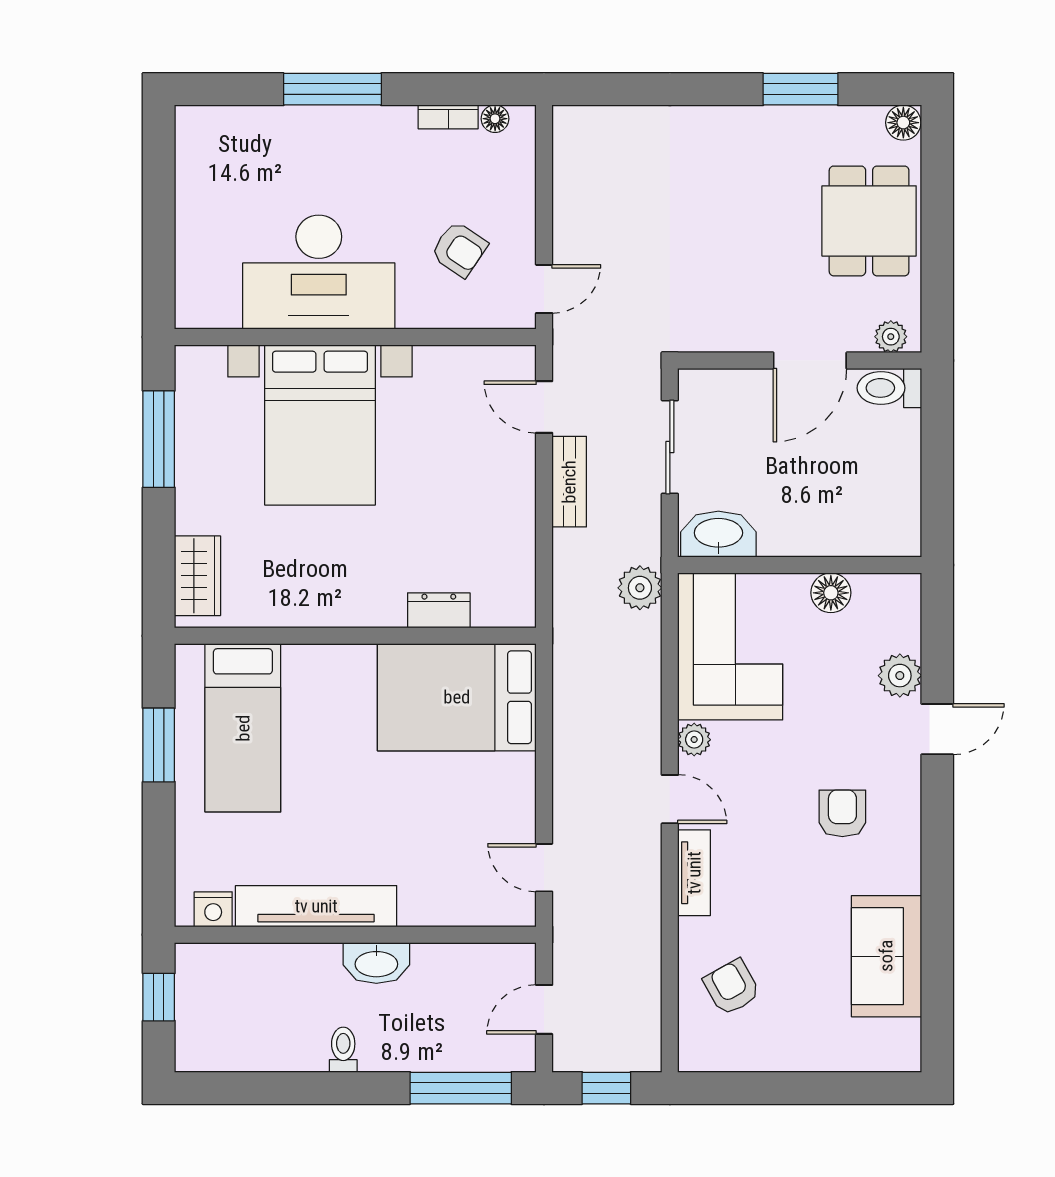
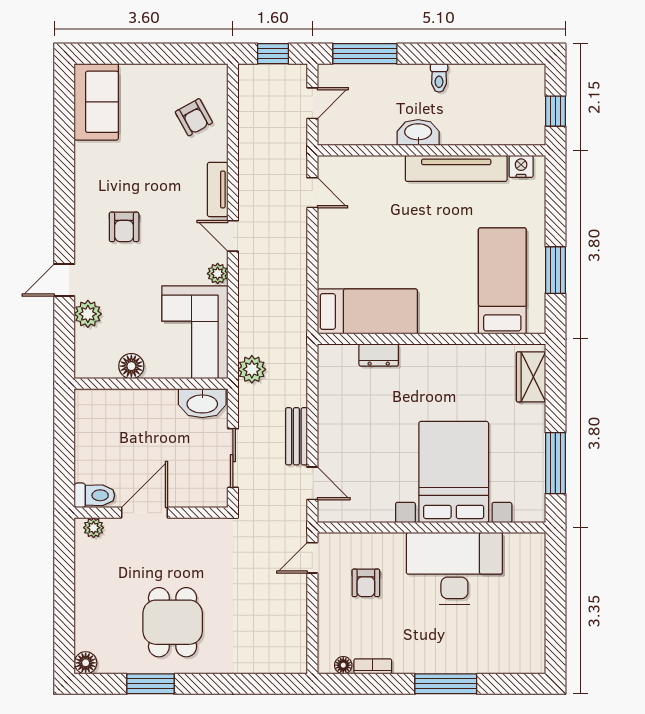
dining table: (869, 221) -> (173, 622), moved
armchair: (459, 249) -> (366, 583), turned -124
bed: (457, 697) -> (367, 311), width x0.67
sofa: (886, 956) -> (96, 102), moved

